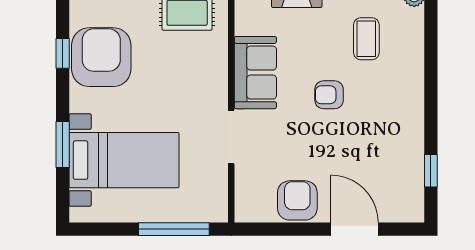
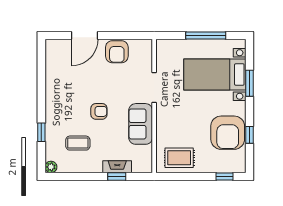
coffee table: (366, 39) -> (78, 143), turned 90
window: (431, 171) -> (41, 132), moved
window: (174, 229) -> (206, 36), moved
door: (355, 229) -> (85, 36), hinge flipped

